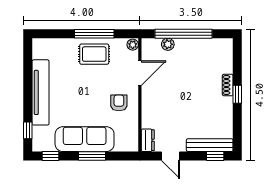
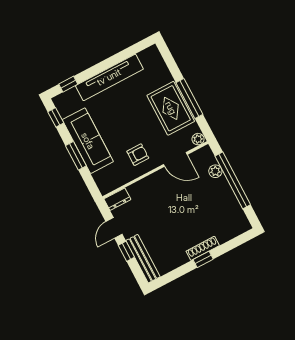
rug: (94, 54) -> (171, 108), width x1.36, depth x1.43
shoe rack: (228, 85) -> (203, 248), width x1.43
window: (215, 156) -> (126, 251), moved

